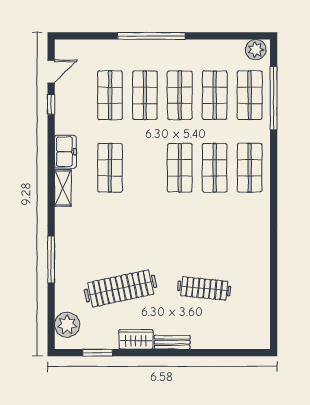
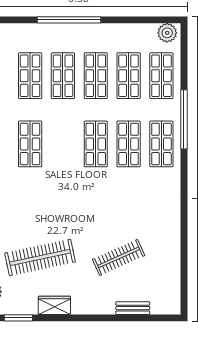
window: (274, 98) -> (184, 119), moved
clothes rail: (204, 288) -> (119, 257), turned -30
bench: (172, 342) -> (133, 308), moved

